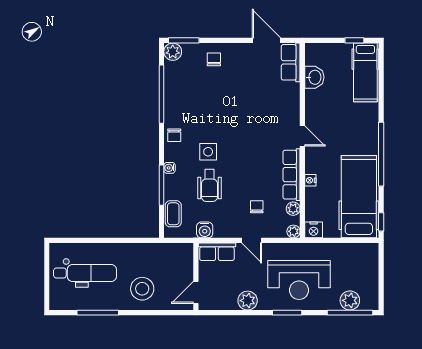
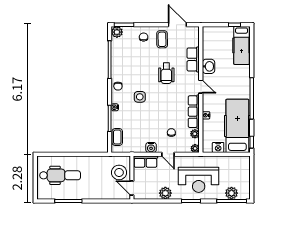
row of seats: (291, 62) -> (193, 59), moved
coffee table: (243, 63) -> (162, 39), added
washbasin: (314, 77) -> (209, 66), moved
wheelchair: (209, 185) -> (166, 73), moved
water cooler: (205, 230) -> (151, 147), moved
nightstand: (314, 230) -> (218, 147), moved
stool: (142, 289) -> (119, 172), moved
door: (196, 292) -> (132, 188), hinge flipped

